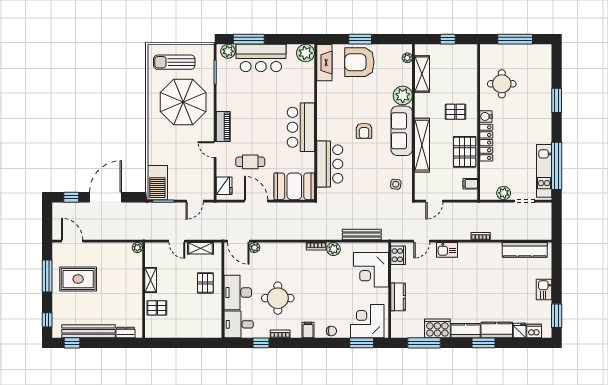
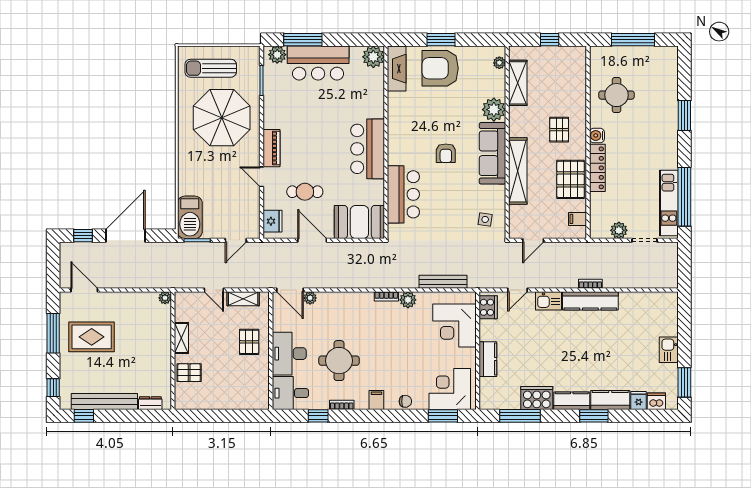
pallet: (455, 112) -> (559, 130), turned 90
kitchen counter: (525, 250) -> (590, 301), moved

